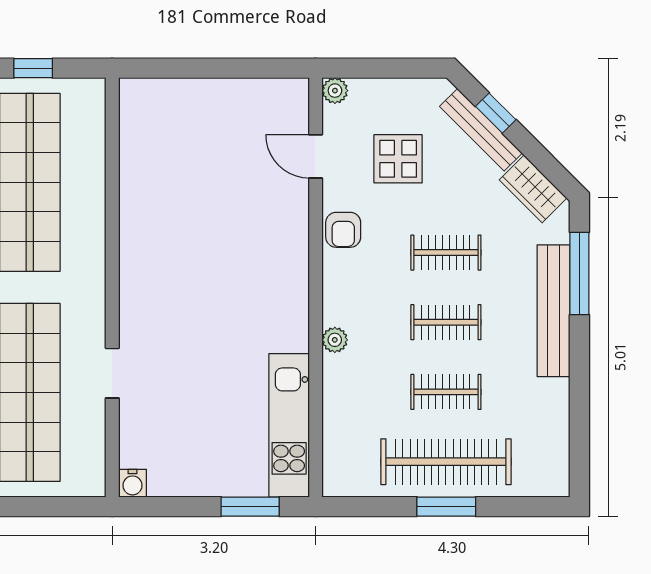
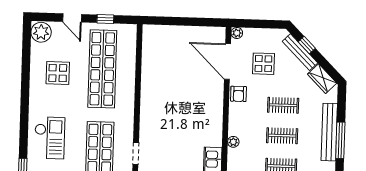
door: (316, 156) -> (227, 61), width x1.87
window: (579, 274) -> (340, 140), moved

